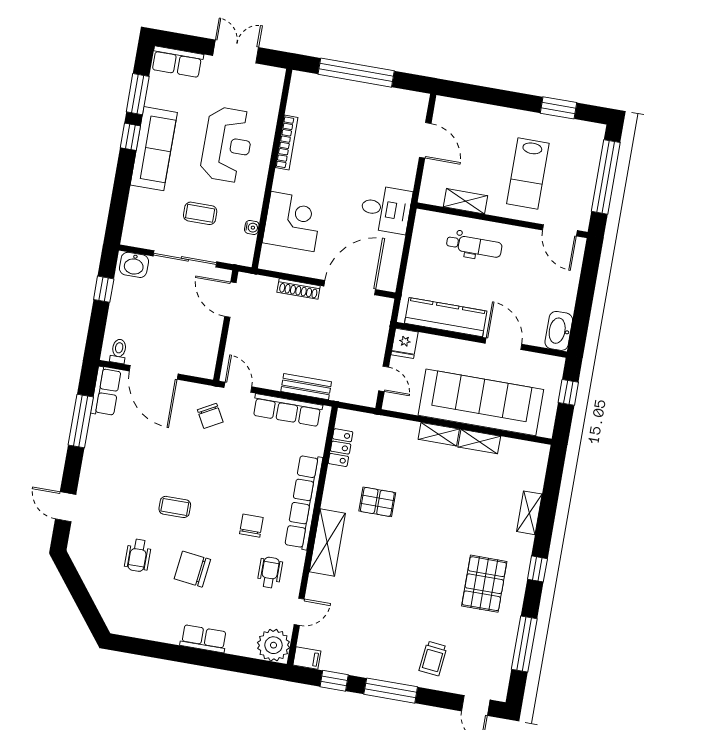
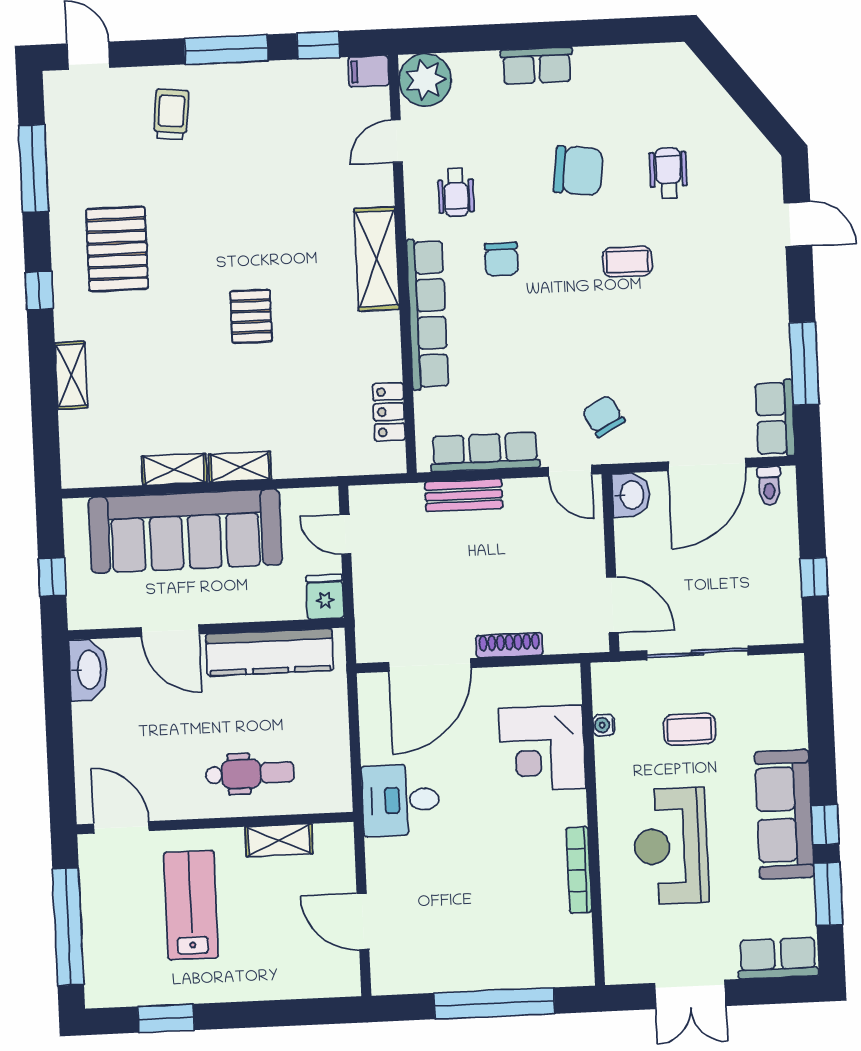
dental chair: (474, 246) -> (250, 774), turned 180
washbasin: (134, 265) -> (631, 495), moved, turned 90
door: (154, 372) -> (707, 464), swing flipped
pallet: (377, 502) -> (251, 316), moved, turned 90

